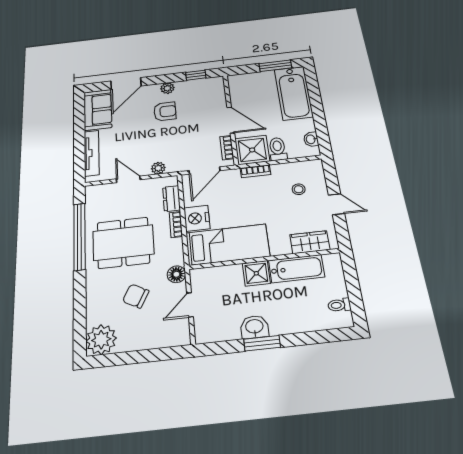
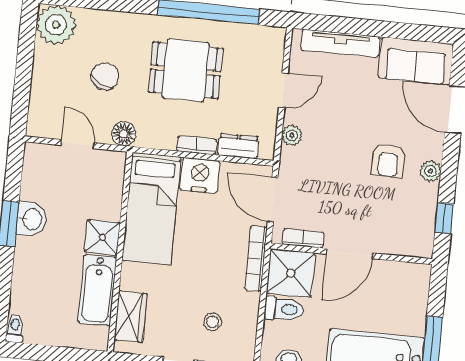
bookcase: (255, 171) -> (256, 258), width x1.56
dining table: (123, 243) -> (186, 70), width x0.73
toilet: (339, 305) -> (15, 328), moved

